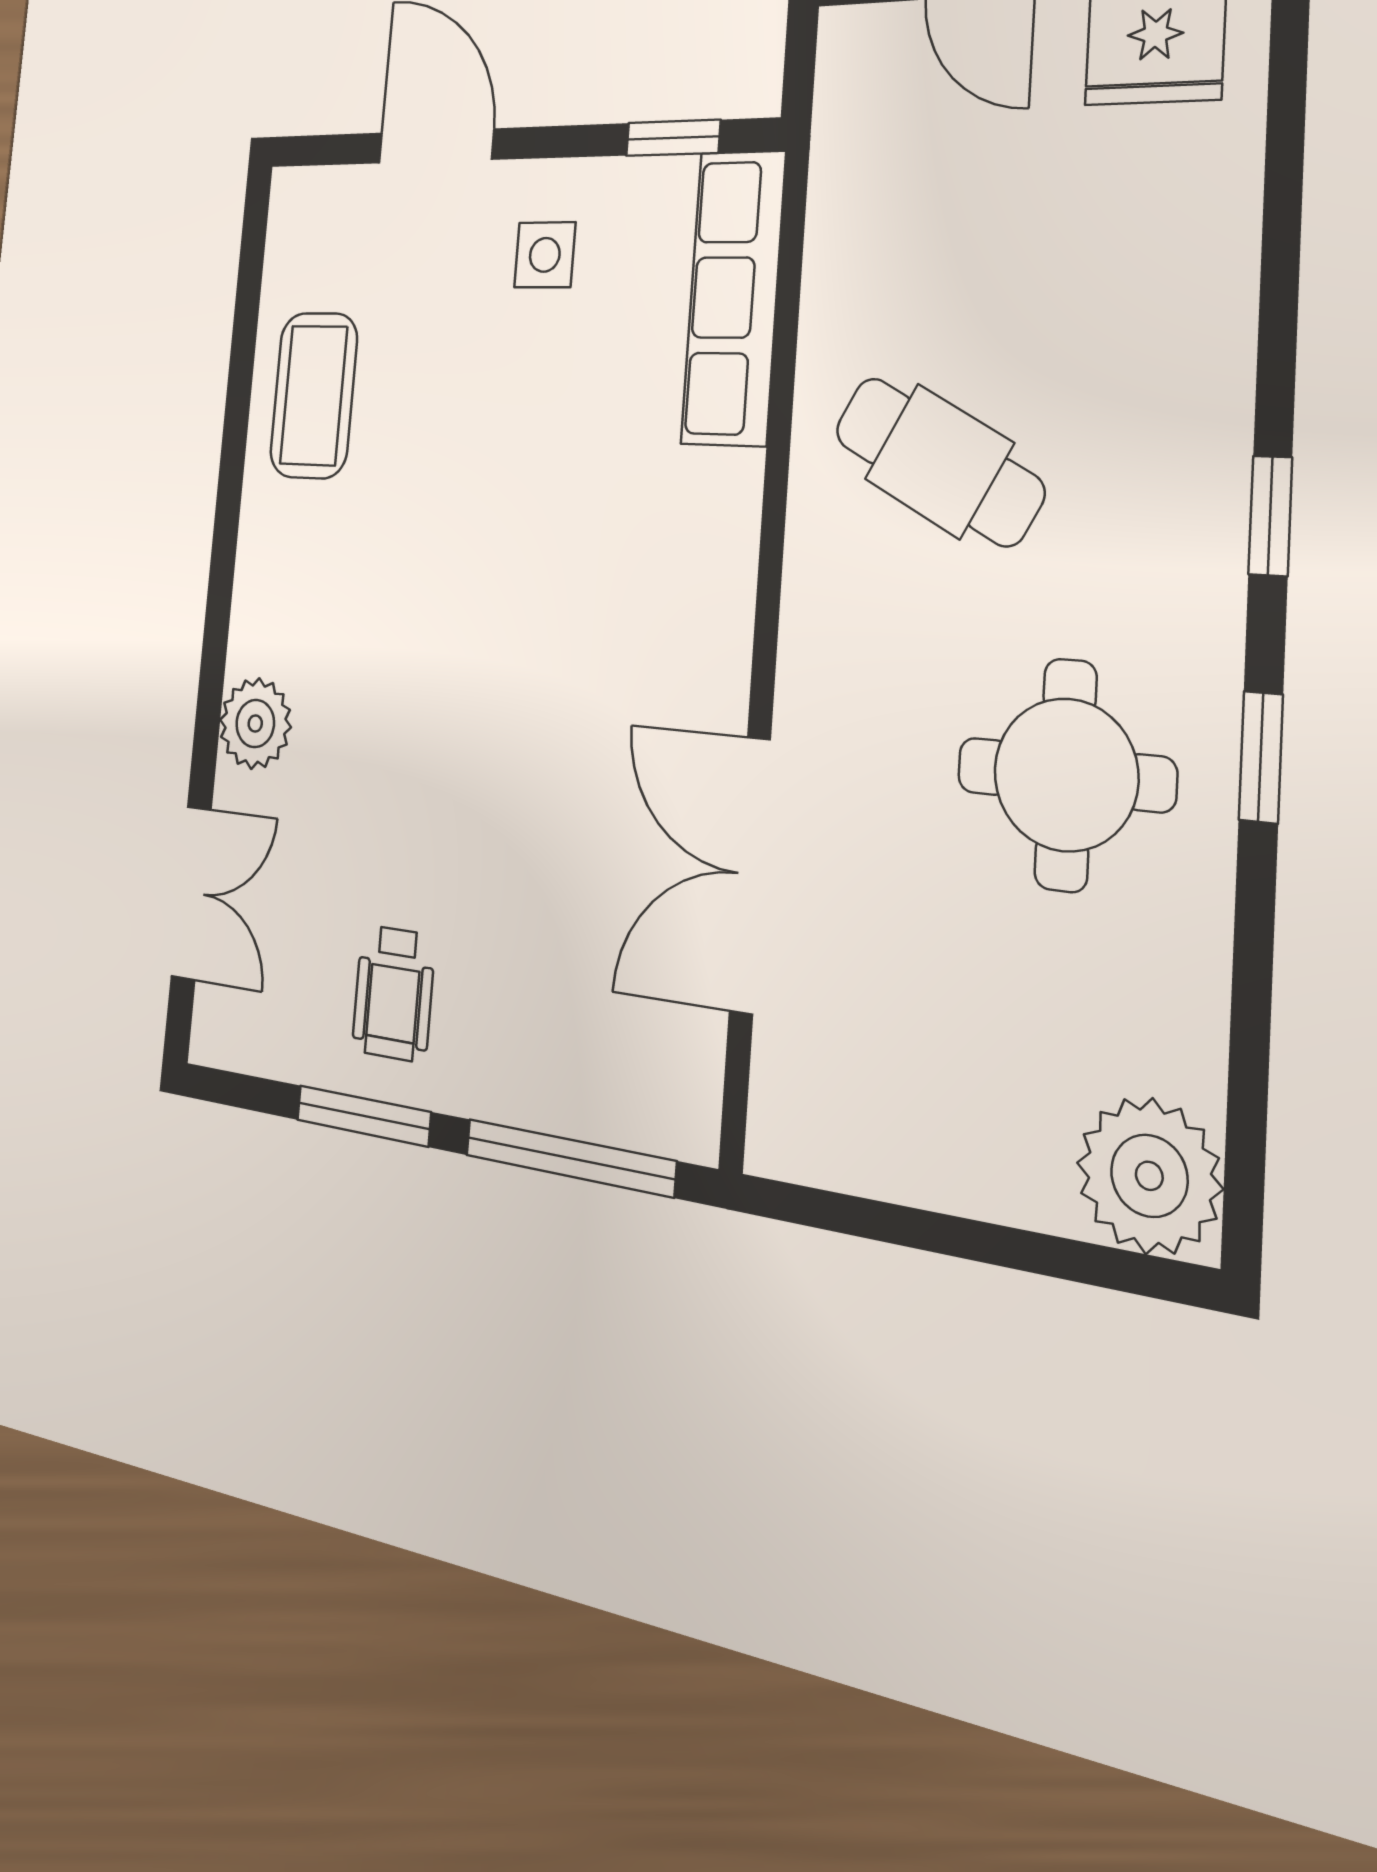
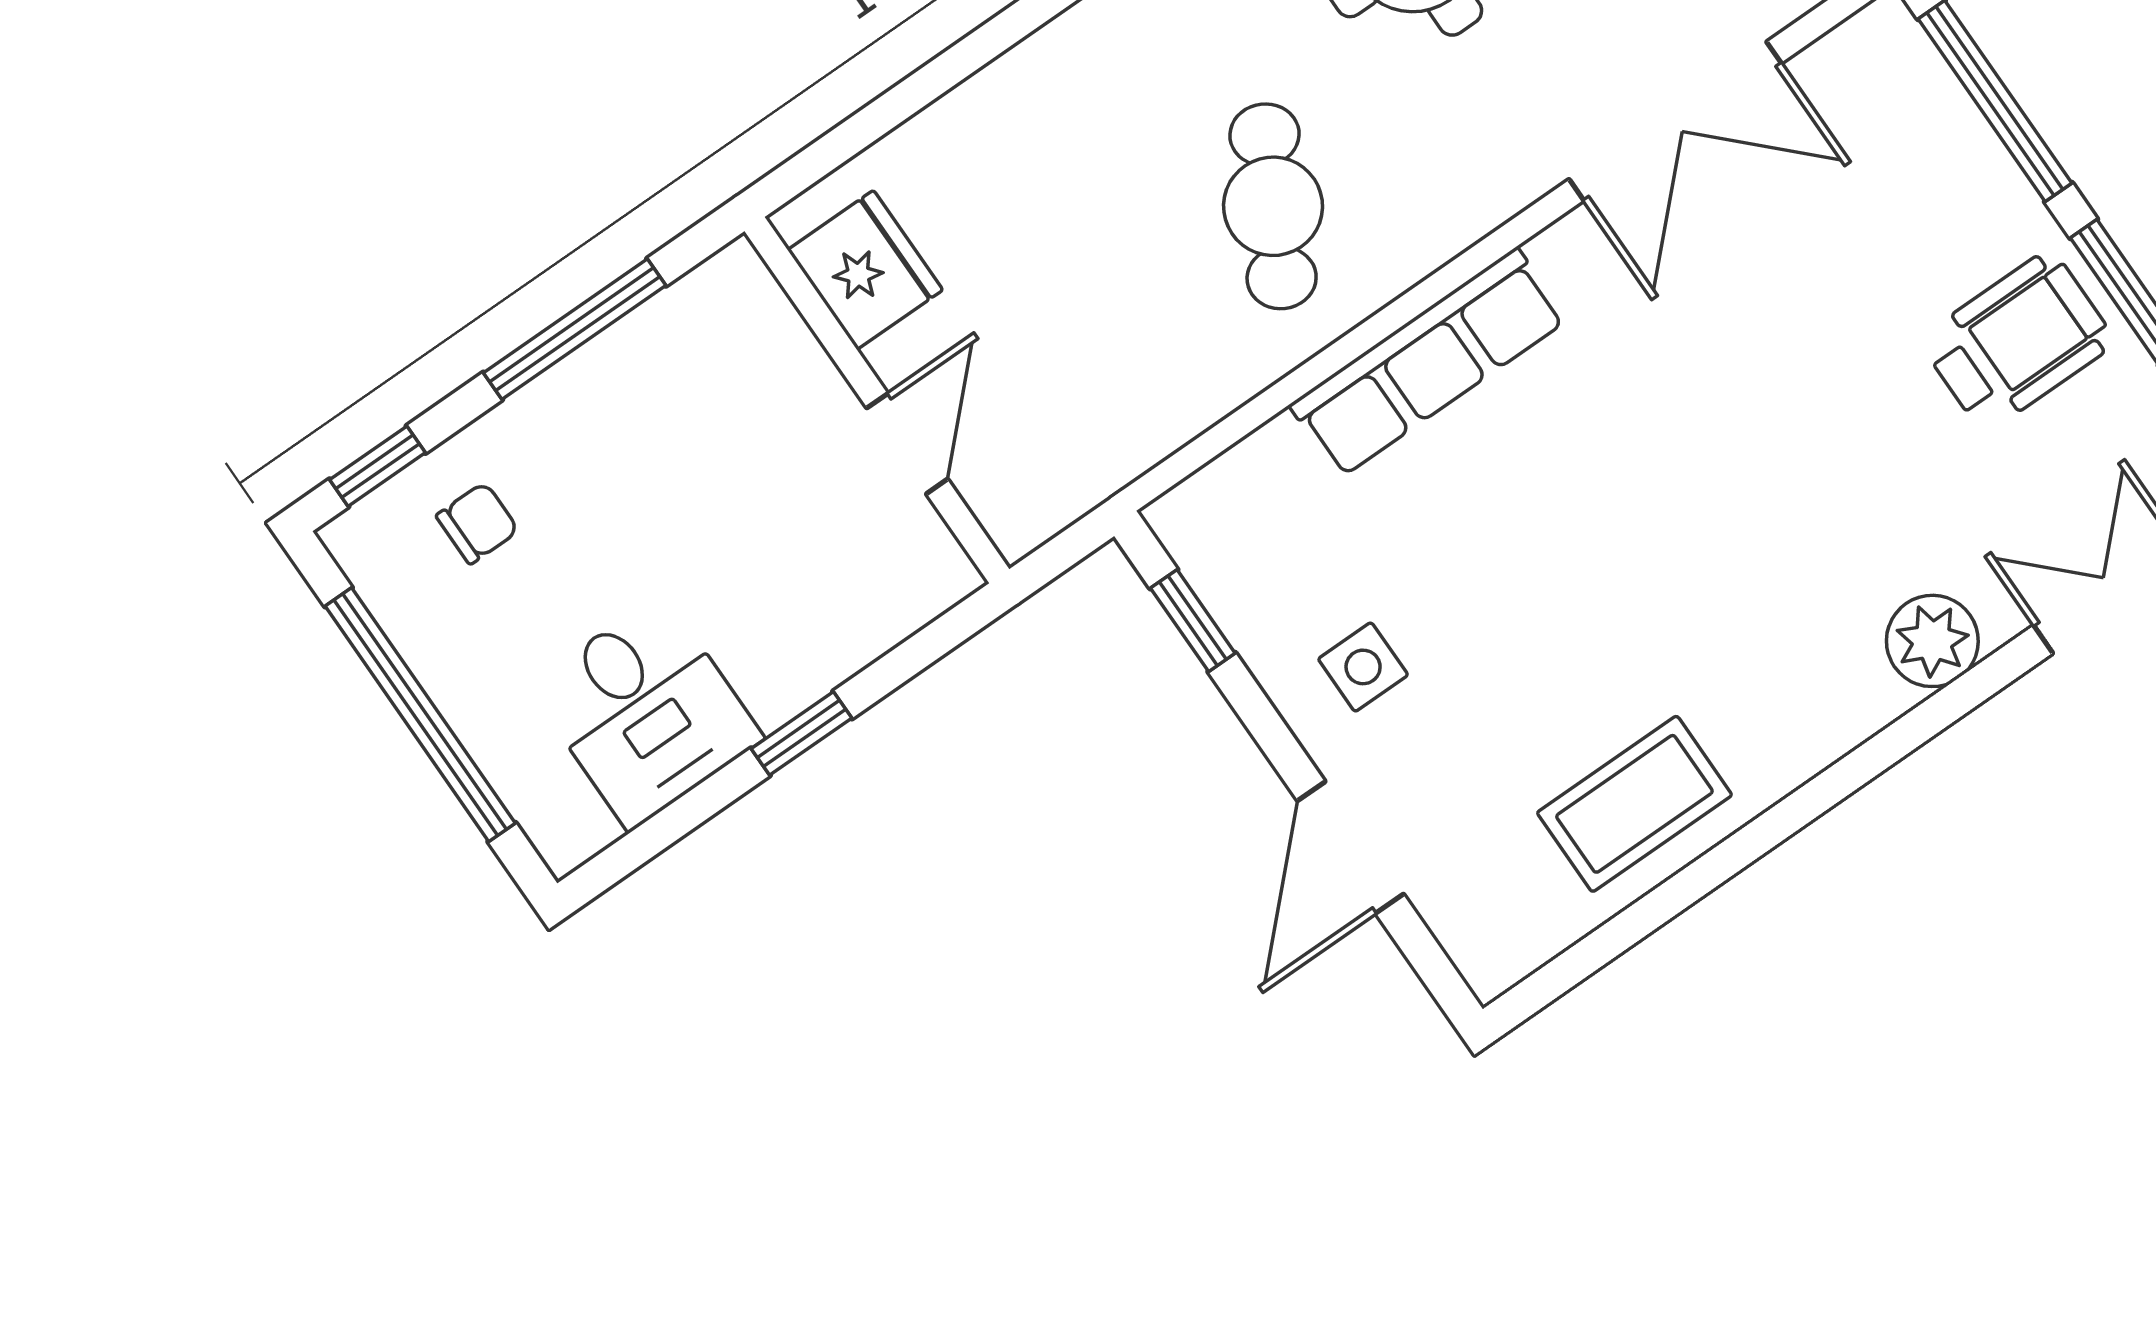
row of seats: (733, 298) -> (1428, 363), moved
wheelchair: (394, 993) -> (2017, 341), width x1.36, depth x1.37

